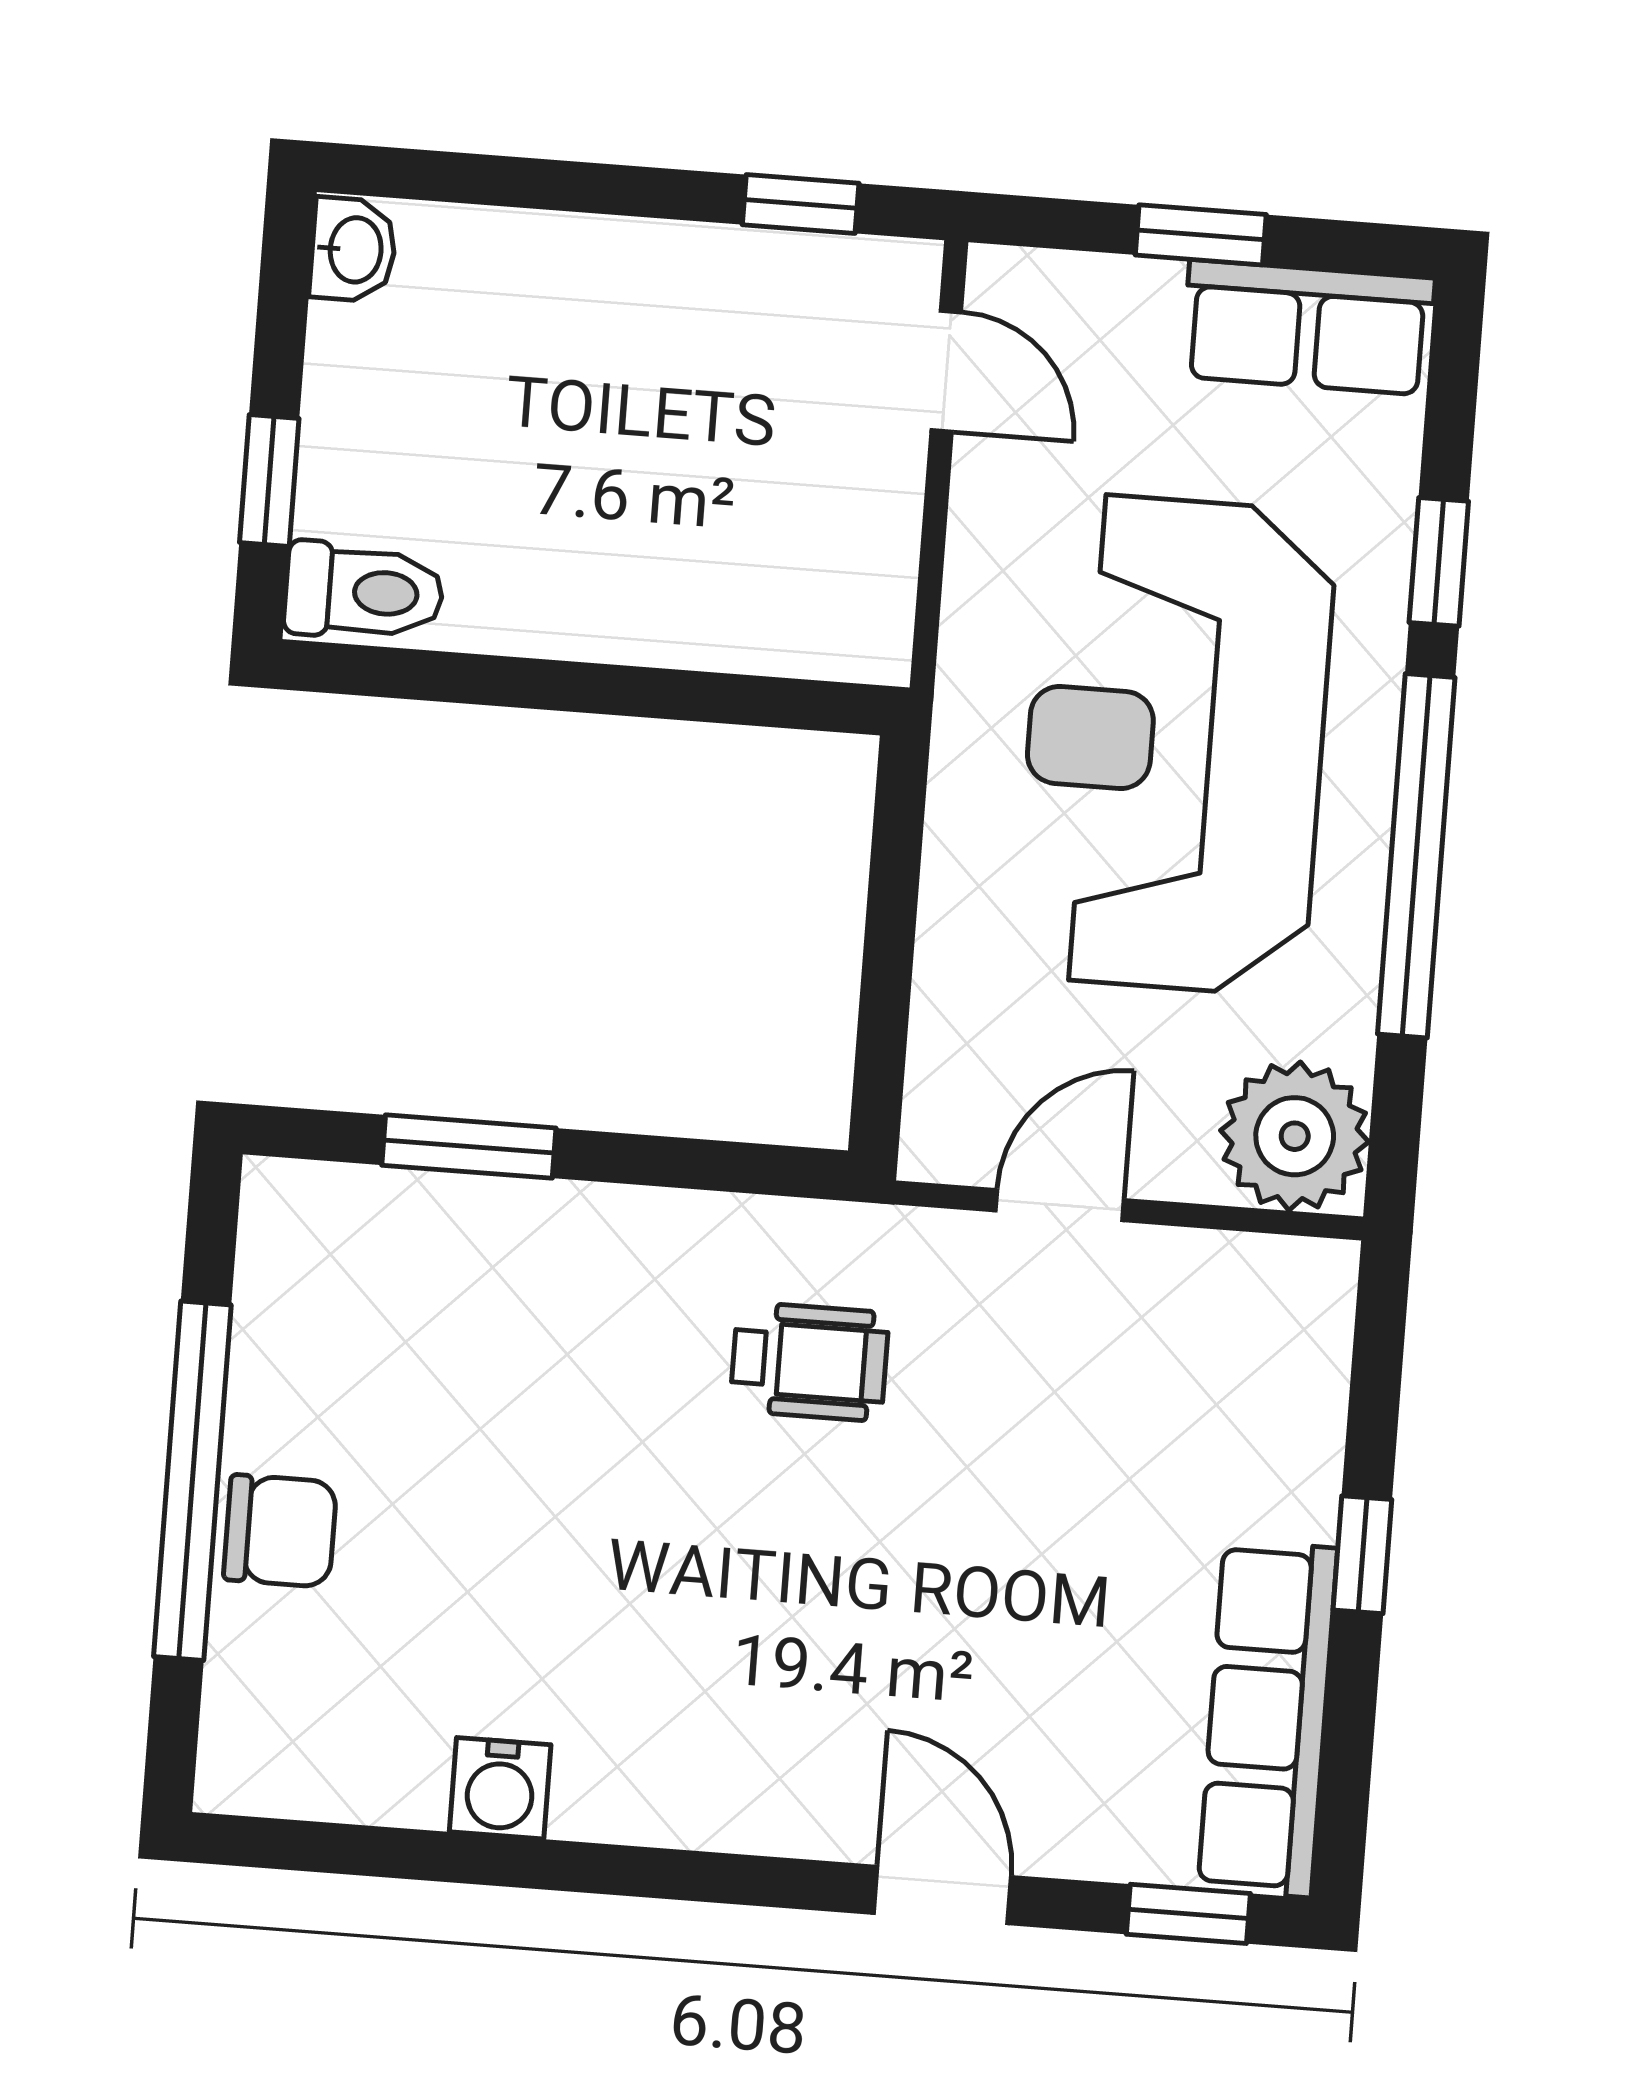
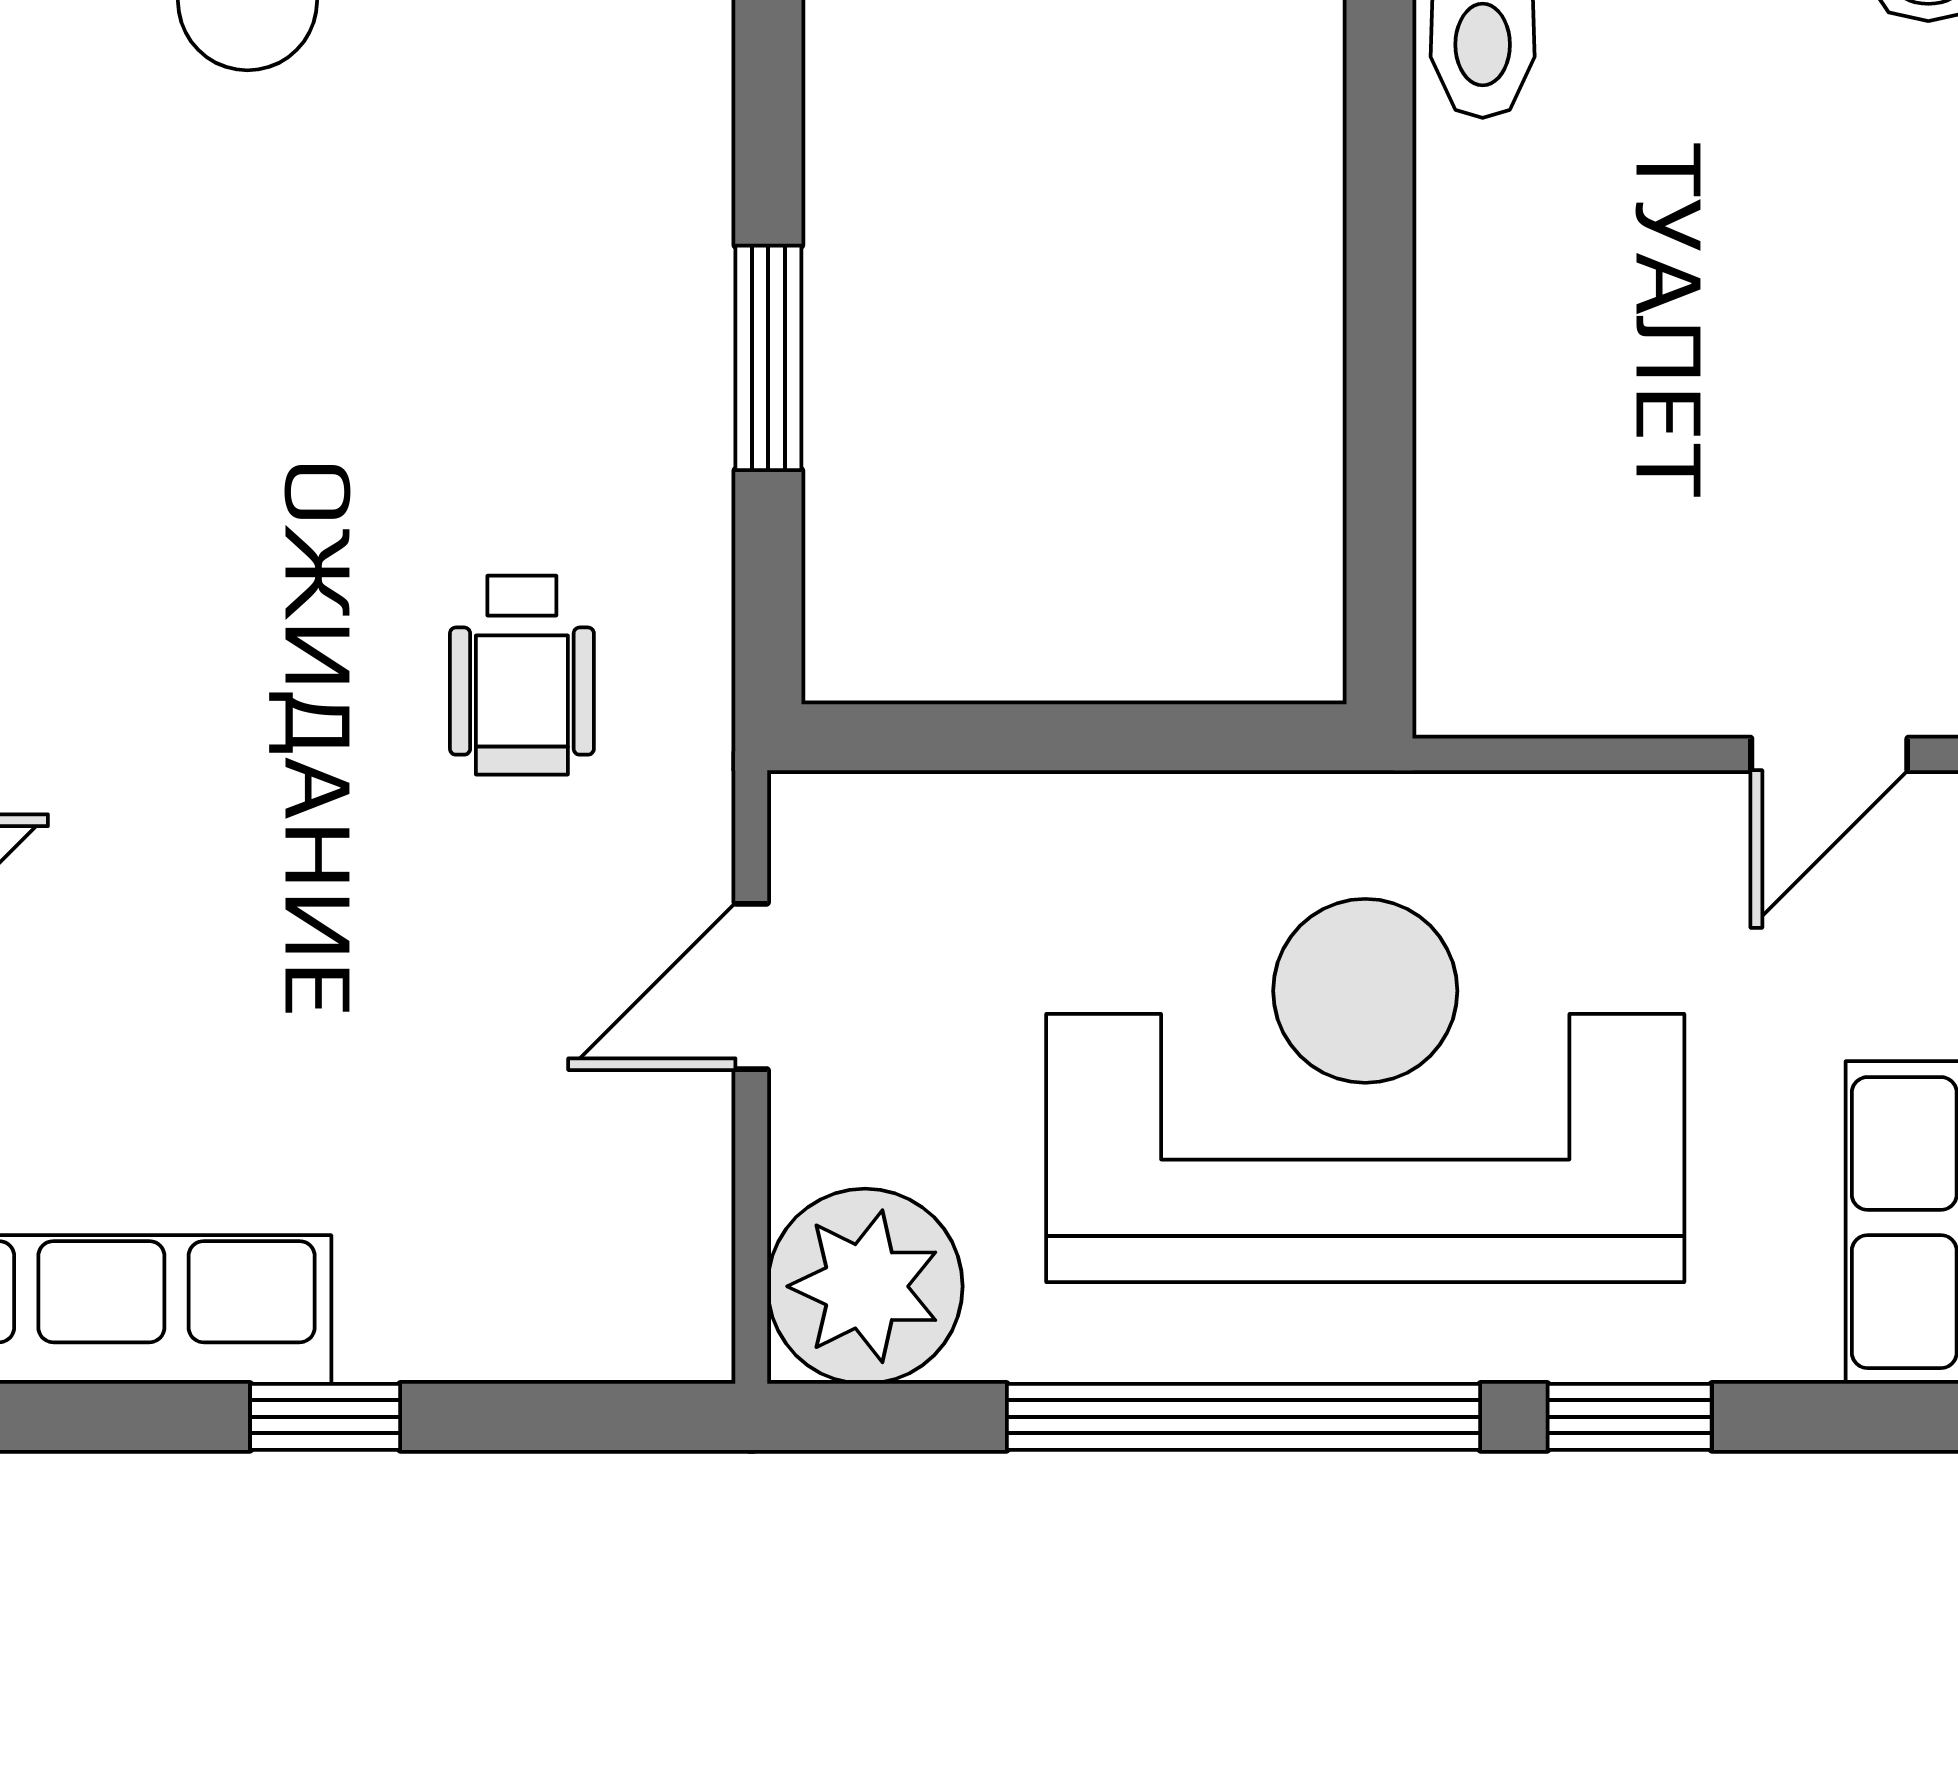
window: (469, 1147) -> (768, 358), moved
door: (1060, 1205) -> (751, 986), swing flipped

